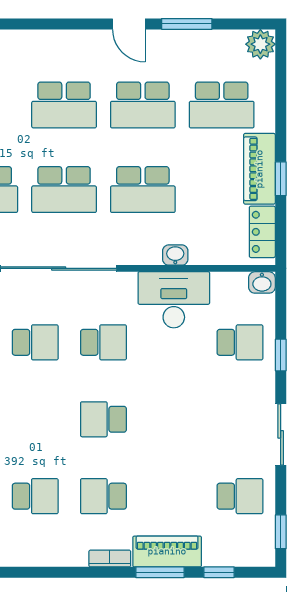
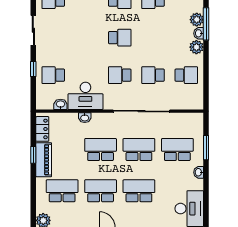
washbasin: (262, 282) -> (60, 104), moved

